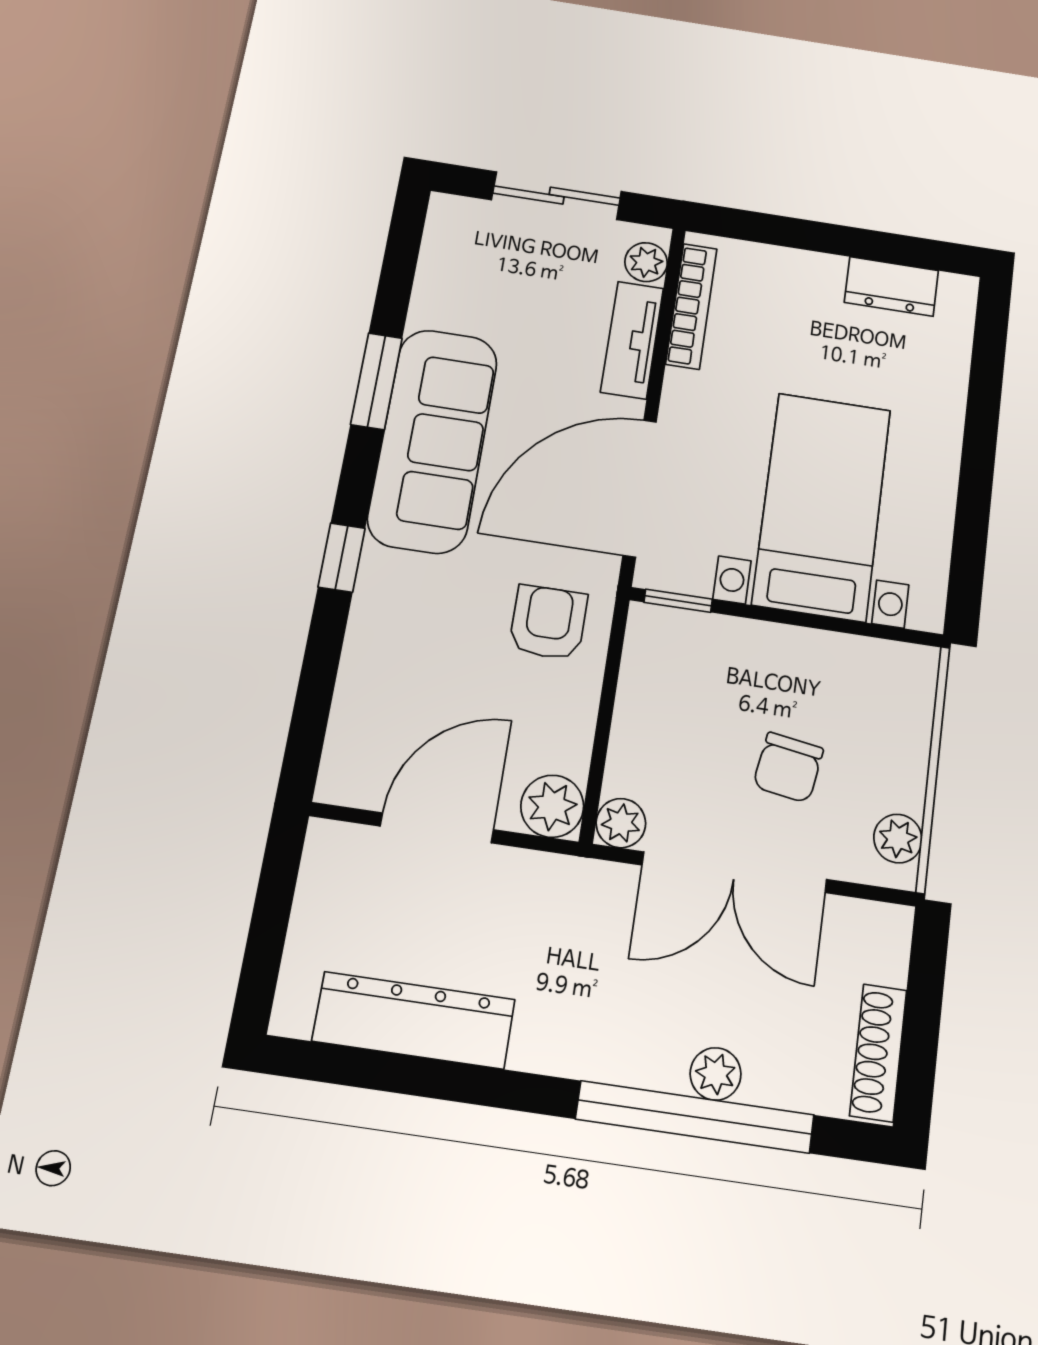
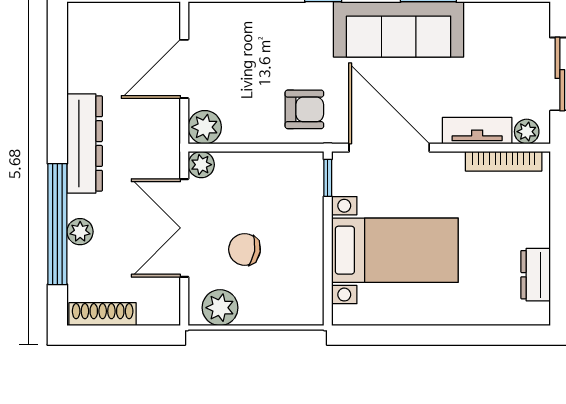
door: (437, 828) -> (184, 69), swing flipped
plant: (898, 839) -> (220, 308), width x1.38, depth x1.38
dresser: (414, 1020) -> (85, 144), moved

